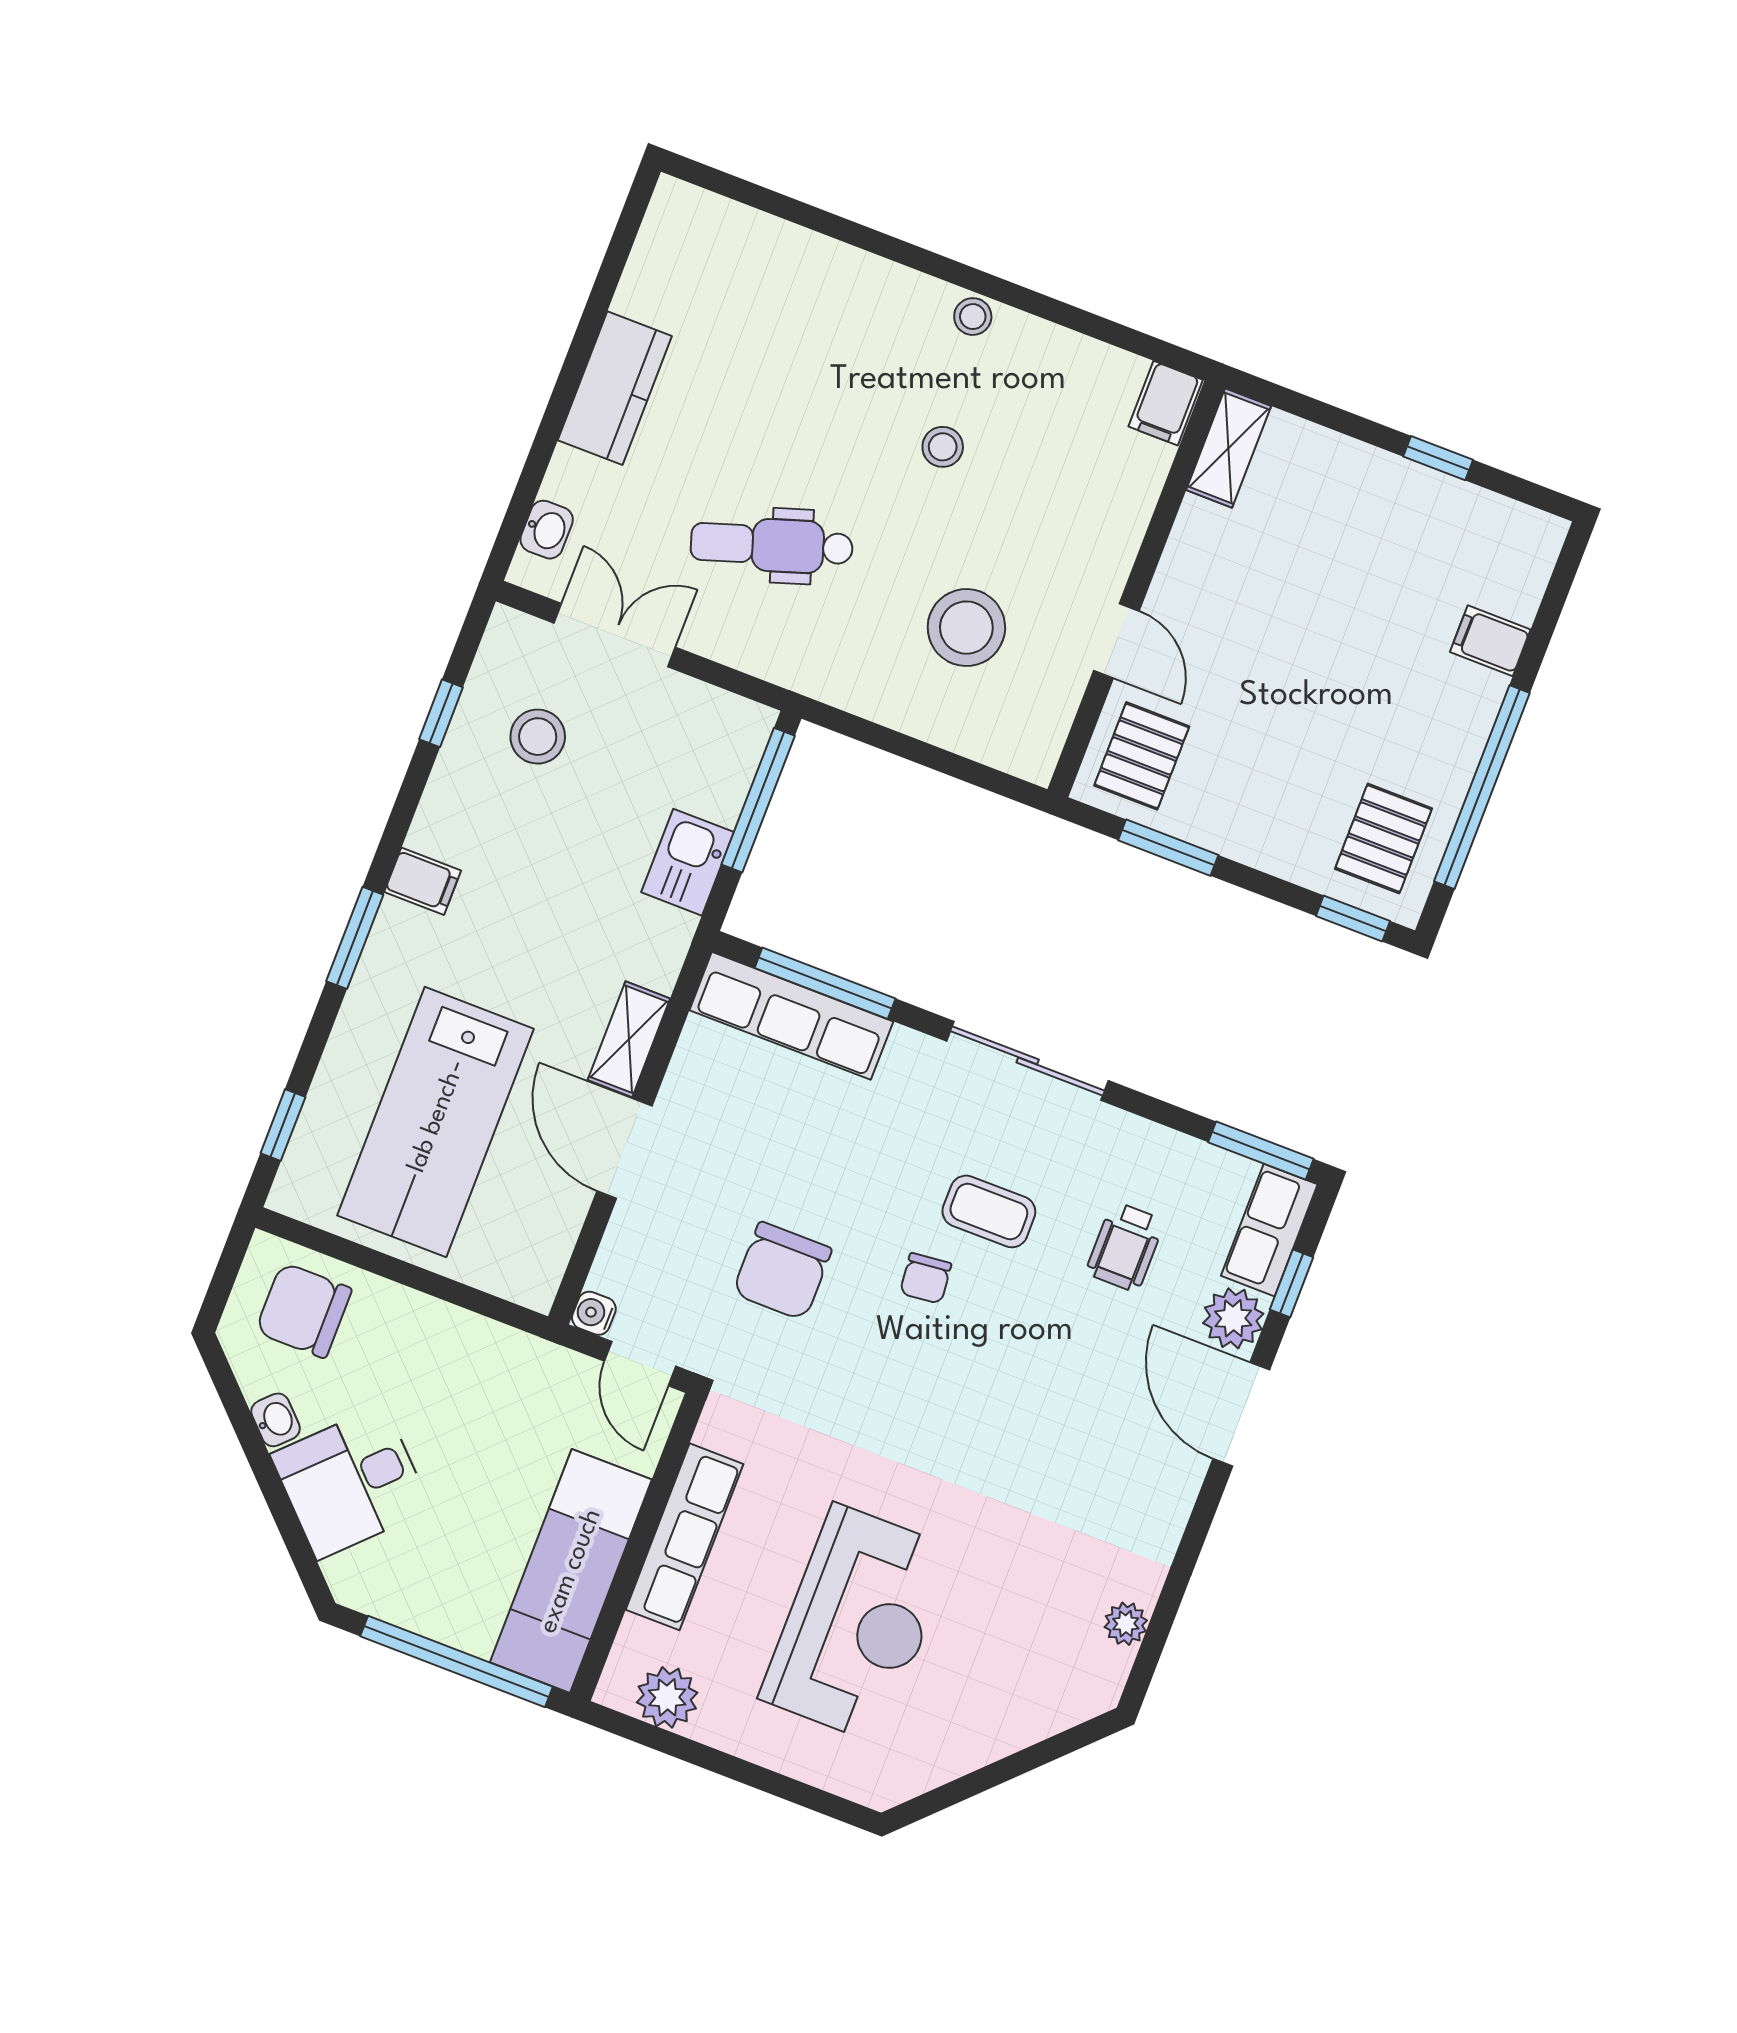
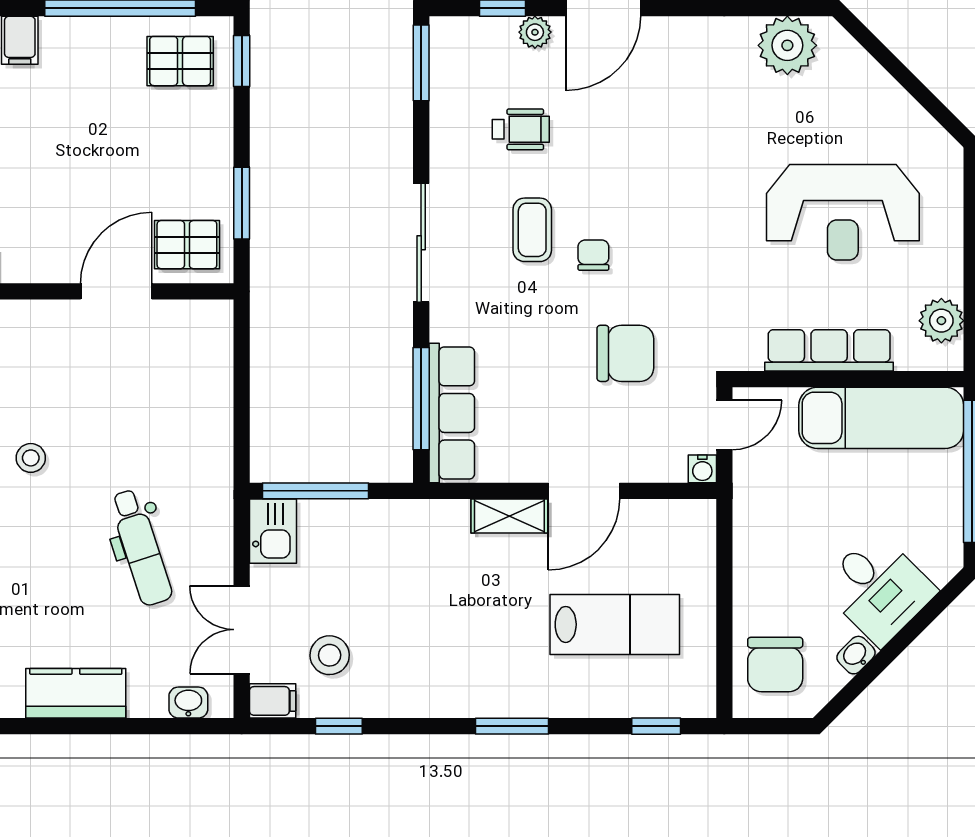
stool: (966, 628) -> (146, 395), removed
door: (1116, 641) -> (116, 291), width x1.38
kitchen sink: (688, 862) -> (273, 531), moved, turned -90
filing cabinet: (423, 881) -> (273, 701), moved, turned 90
lab bench: (435, 1122) -> (615, 624), width x0.73, depth x0.72
row of seats: (1269, 1230) -> (472, 37), removed
chair: (926, 1278) -> (593, 255), turned -84
plant: (1233, 1318) -> (535, 32), width x0.73, depth x0.73
reception desk: (857, 1624) -> (843, 212), turned 180
plant: (1126, 1624) -> (787, 45), width x1.88, depth x1.88

